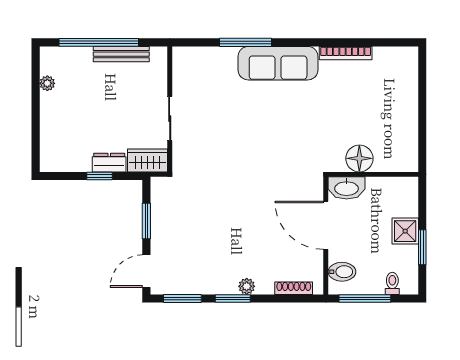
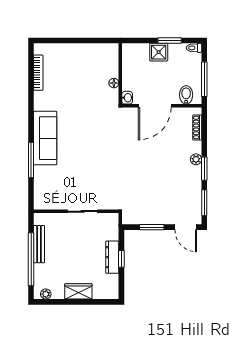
bookcase: (346, 53) -> (38, 73), moved
plant: (47, 83) -> (46, 294), moved
floor lamp: (359, 158) -> (114, 83), width x0.53, depth x0.53
wardrobe: (147, 160) -> (78, 291), moved, turned 90
dresser: (109, 163) -> (112, 257), width x1.44
washbasin: (347, 188) -> (127, 98), width x0.52, depth x0.69
toilet: (392, 283) -> (194, 48), moved

